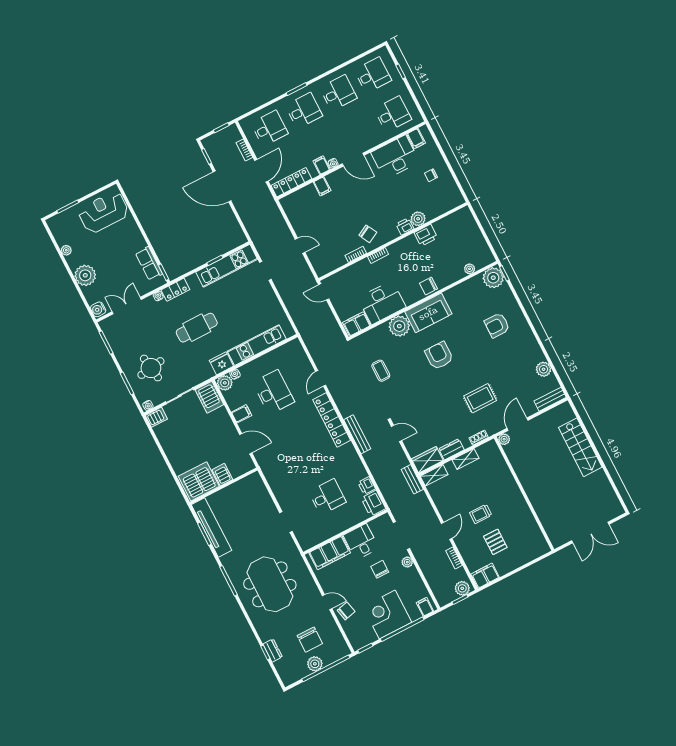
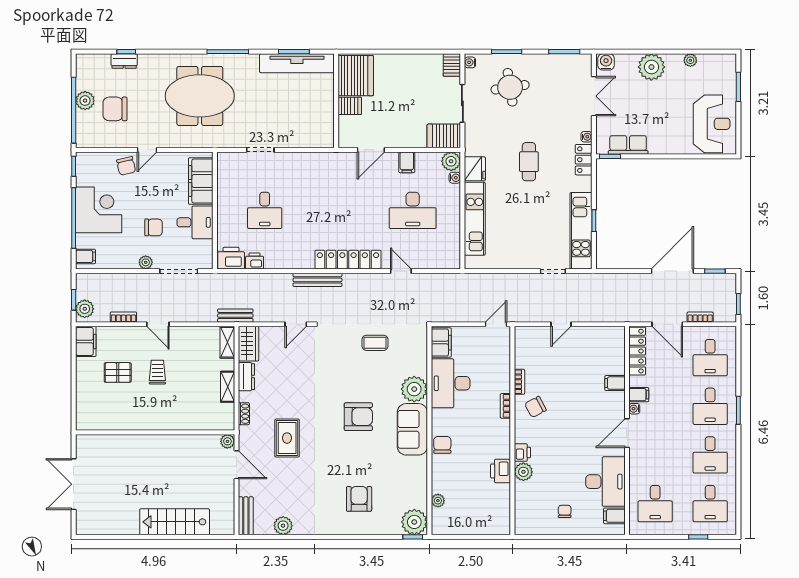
cafe table: (197, 328) -> (529, 162), width x0.73, depth x0.74

